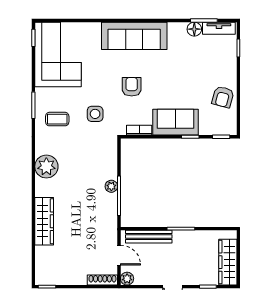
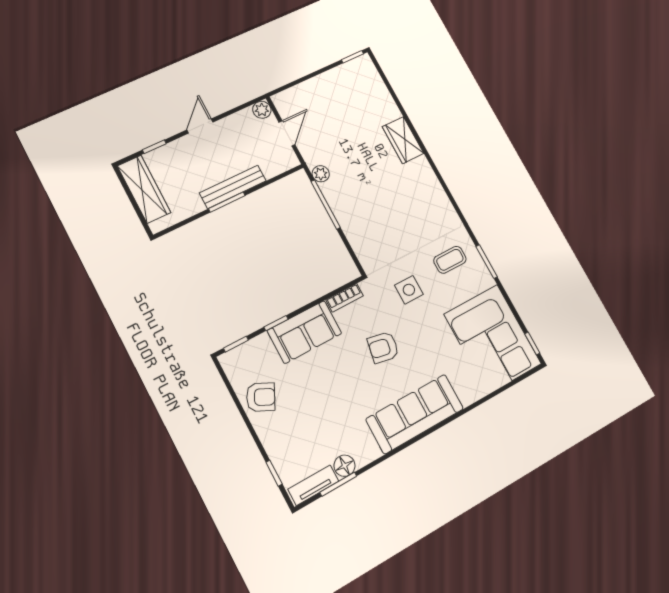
armchair: (132, 87) -> (383, 347), turned 101
armchair: (223, 97) -> (261, 397), turned 101
plant: (46, 167) -> (431, 197), removed
plant: (111, 186) -> (321, 174), moved
wardrobe: (44, 221) -> (403, 140), width x0.67
bench: (149, 237) -> (233, 187), moved
door: (119, 255) -> (287, 133), swing flipped
shoe rack: (102, 280) -> (291, 94), removed

